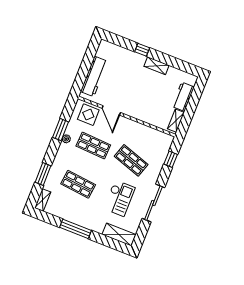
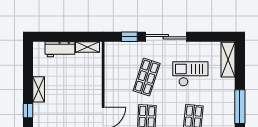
sliding door: (153, 203) -> (166, 37), moved

